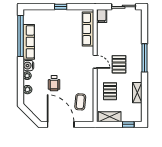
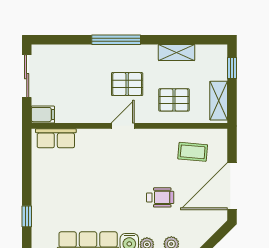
window: (61, 7) -> (27, 216), moved
row of seats: (88, 29) -> (56, 138), width x0.68

